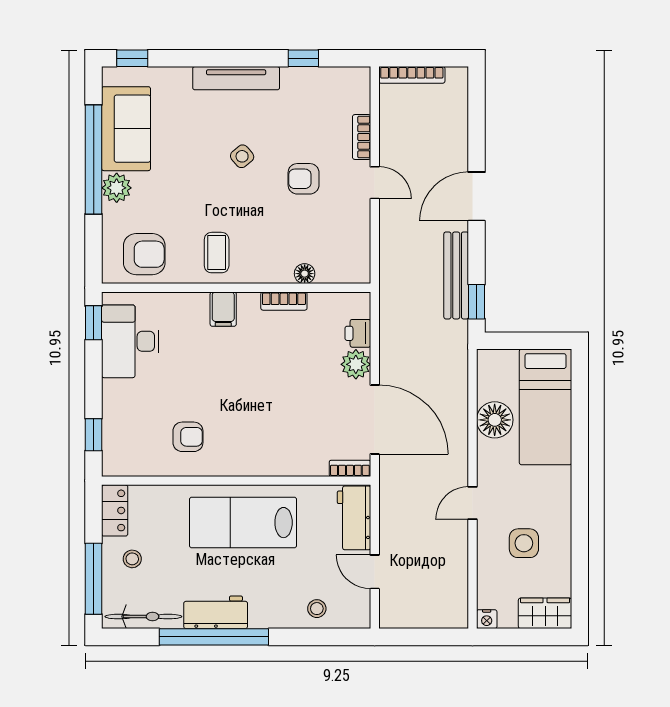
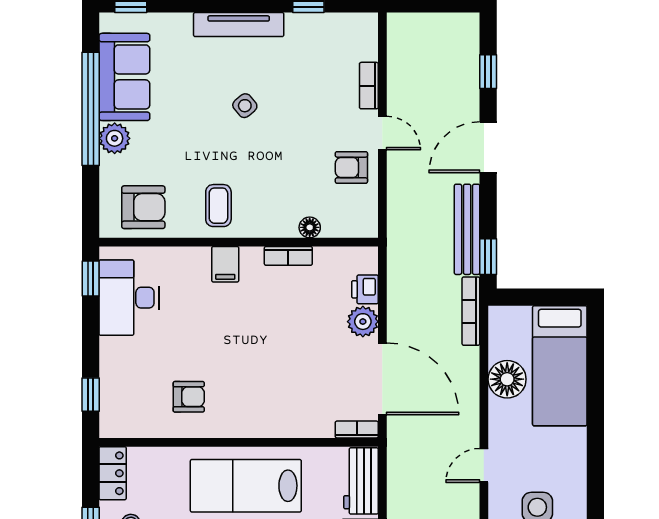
bookcase: (412, 75) -> (471, 311), moved, turned 90
window: (477, 123) -> (488, 72), added
armchair: (304, 179) -> (351, 167), moved

